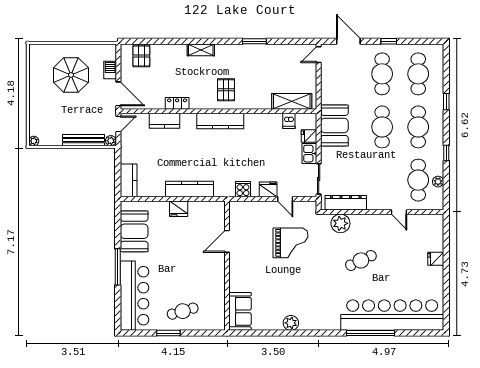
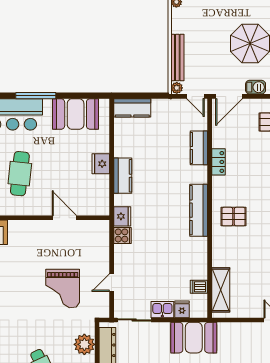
kitchen counter: (189, 189) -> (123, 176), width x0.67
fridge: (268, 189) -> (122, 216), moved
cafe table: (188, 281) -> (20, 174), added

